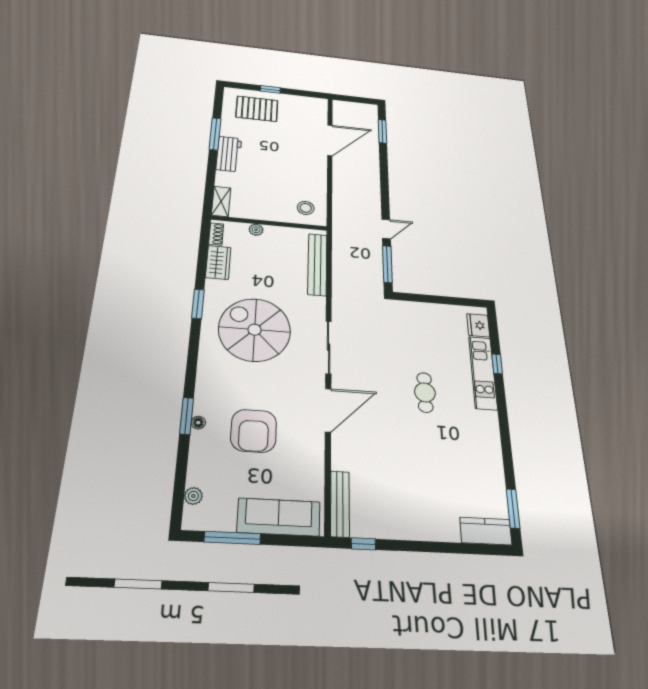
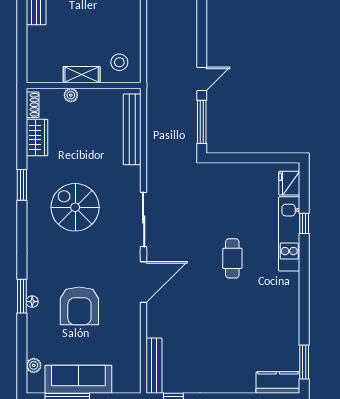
shelving: (221, 201) -> (82, 75), moved, turned 90
spiral stairs: (255, 330) -> (75, 207), width x0.73, depth x0.73
sofa: (279, 517) -> (78, 379), moved

